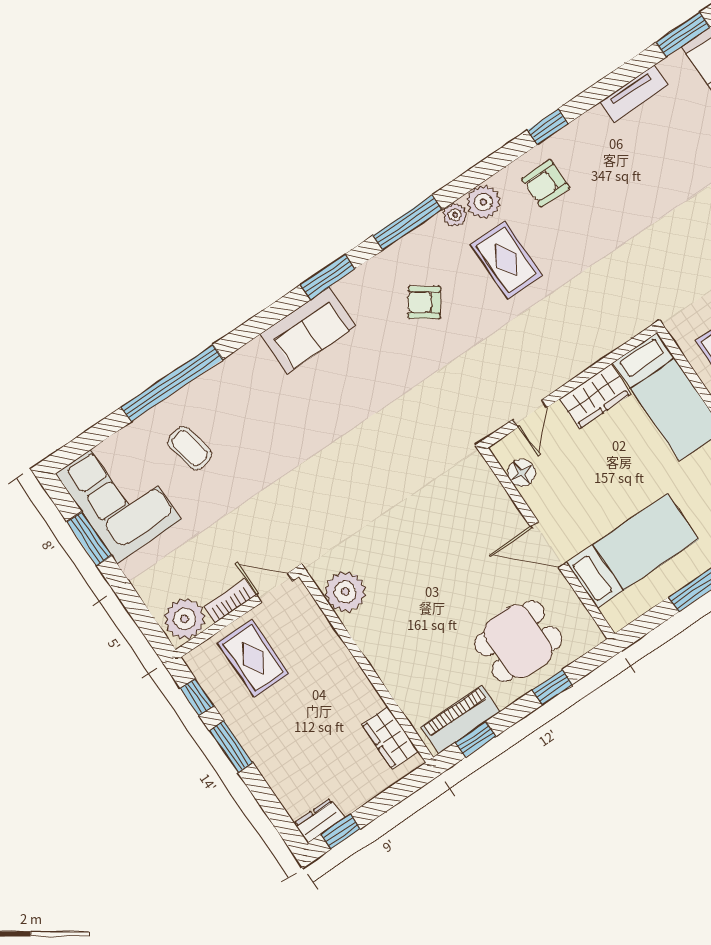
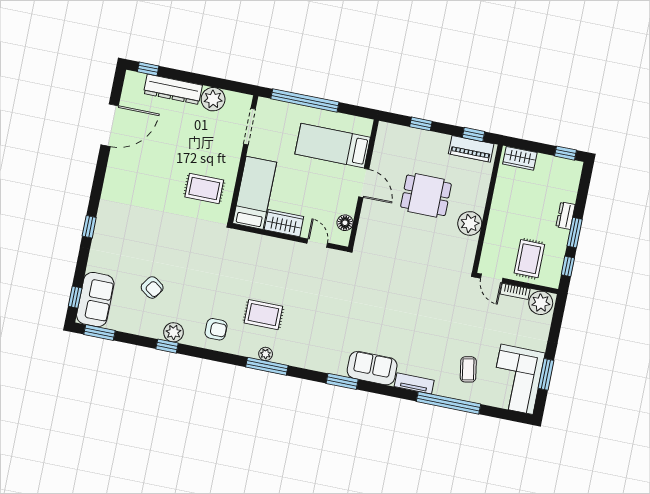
tv unit: (634, 94) -> (414, 383), moved
window: (548, 127) -> (167, 346), moved
plant: (483, 202) -> (173, 332), moved
window: (407, 223) -> (267, 366), moved
rug: (506, 260) -> (263, 315), turned 90
armchair: (424, 302) -> (152, 287), moved
door: (530, 414) -> (317, 243), hinge flipped
plant: (345, 592) -> (470, 223), moved
dining table: (518, 641) -> (426, 195), moved
wardrobe: (390, 738) -> (520, 158), moved, turned 90
dresser: (319, 821) -> (566, 216), moved, turned 90

